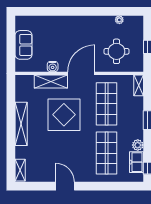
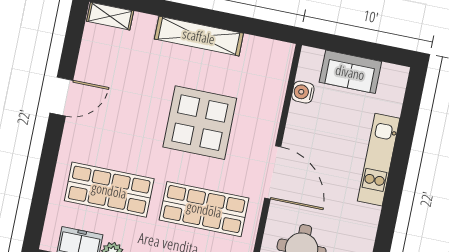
kitchen unit: (64, 22) -> (379, 160), added
water cooler: (53, 67) -> (303, 92), moved
shelving: (51, 82) -> (269, 110), removed

